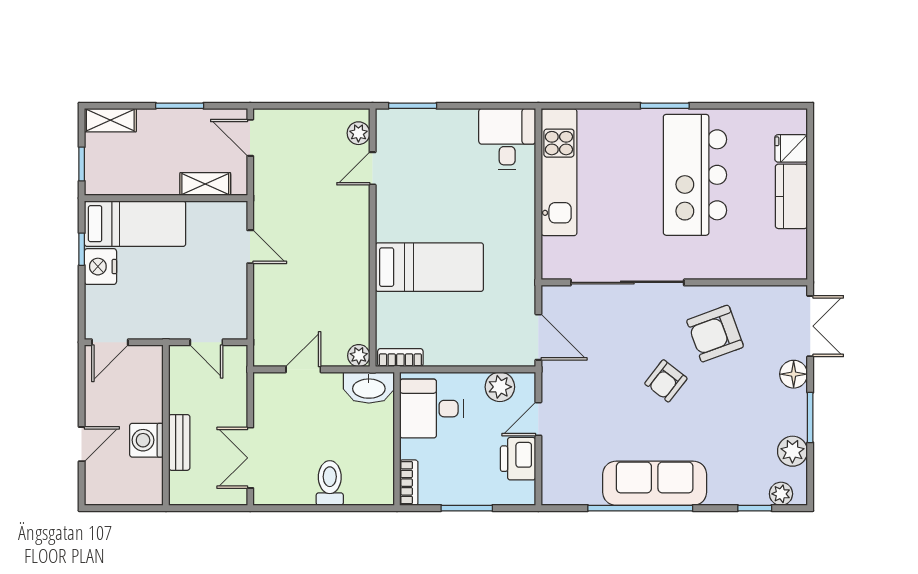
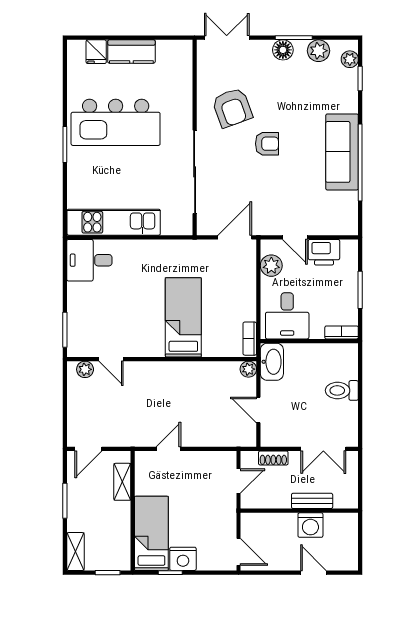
floor lamp: (794, 374) -> (283, 50), moved
armchair: (666, 381) -> (267, 144), turned -38
shoe rack: (238, 390) -> (273, 458), added

